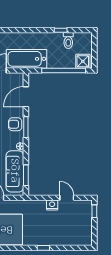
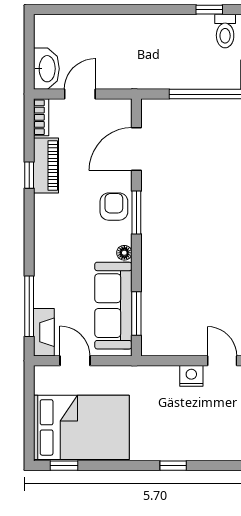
bathtub: (27, 59) -> (138, 70), removed
armchair: (15, 124) -> (114, 207), turned 90

